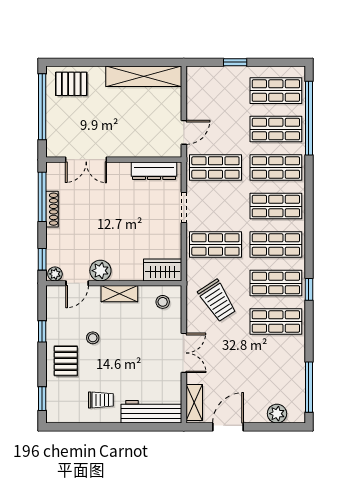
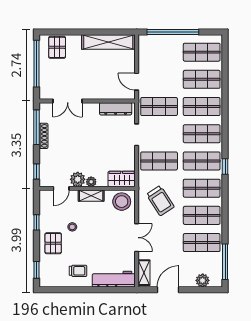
window: (235, 62) -> (173, 32), width x3.17
pallet: (71, 84) -> (57, 47), turned 90
window: (309, 118) -> (225, 72), removed
door: (184, 132) -> (137, 82), swing flipped
plant: (55, 274) -> (91, 182), moved
window: (309, 289) -> (225, 166), moved
stool: (163, 302) -> (122, 202), width x1.89, depth x1.89
shop shelf: (276, 360) -> (202, 243), added

